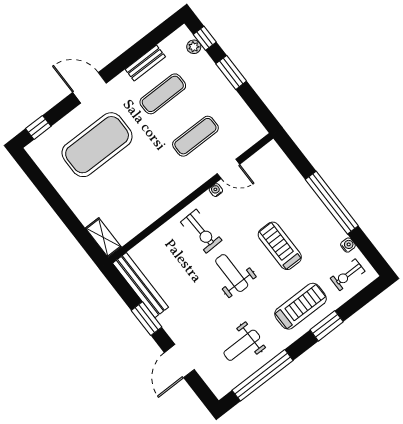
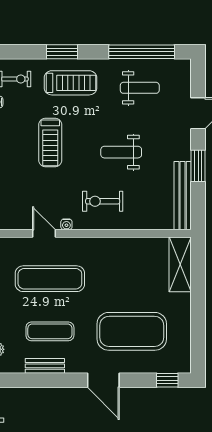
exercise mat: (195, 136) -> (50, 279), width x1.36, depth x1.45
exercise bike: (201, 231) -> (103, 201), turned -88
shelving: (103, 238) -> (180, 264), width x1.50, depth x1.33
weight bench: (232, 273) -> (121, 152), moved, turned 90
treadmill: (301, 306) -> (70, 83), turned 180

